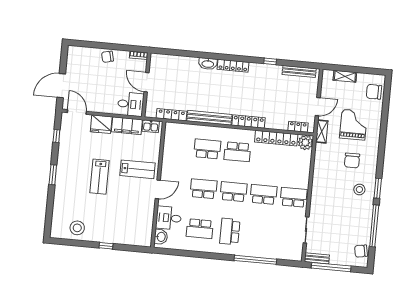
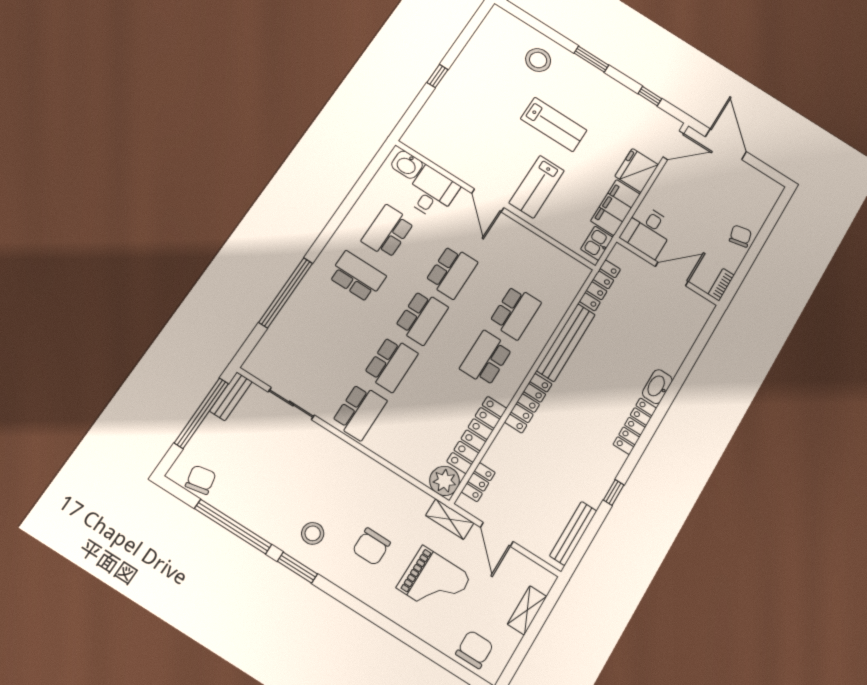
chair: (352, 160) -> (371, 547), turned -90
lab bench: (100, 177) -> (554, 124), turned 180
stool: (77, 228) -> (538, 60), moved

